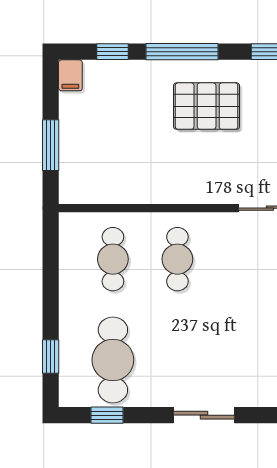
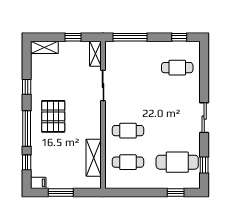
window: (51, 145) -> (61, 193), moved
shelving: (122, 189) -> (94, 158), added

